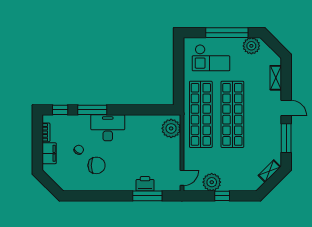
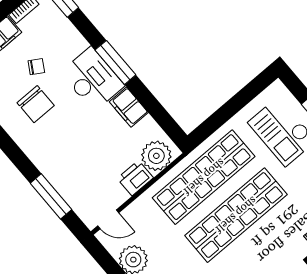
window: (92, 110) -> (115, 62), moved
filing cabinet: (136, 122) -> (129, 107), added
printer: (145, 184) -> (135, 178), moved, turned -90

